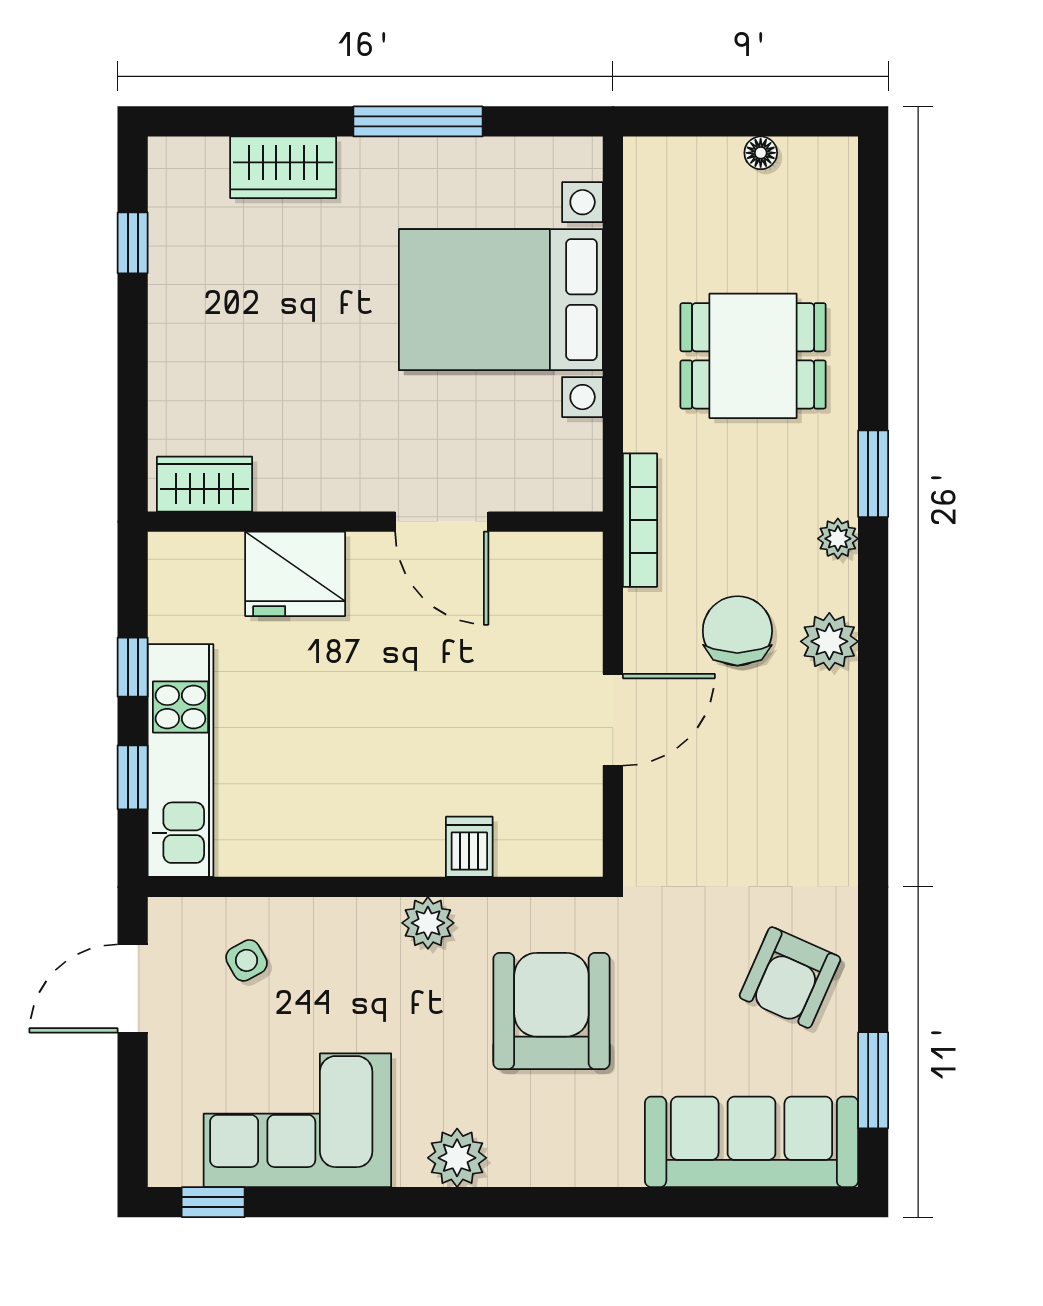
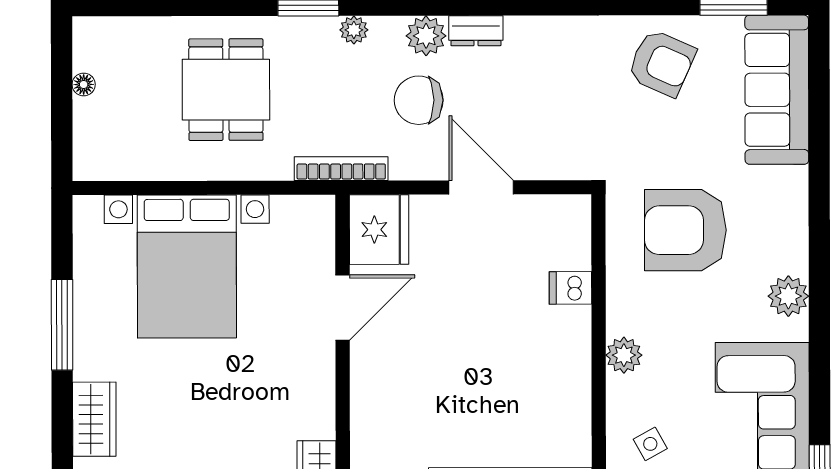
fridge: (295, 574) -> (379, 230), moved
dresser: (836, 713) -> (476, 31), added
plant: (428, 923) -> (624, 355), moved

